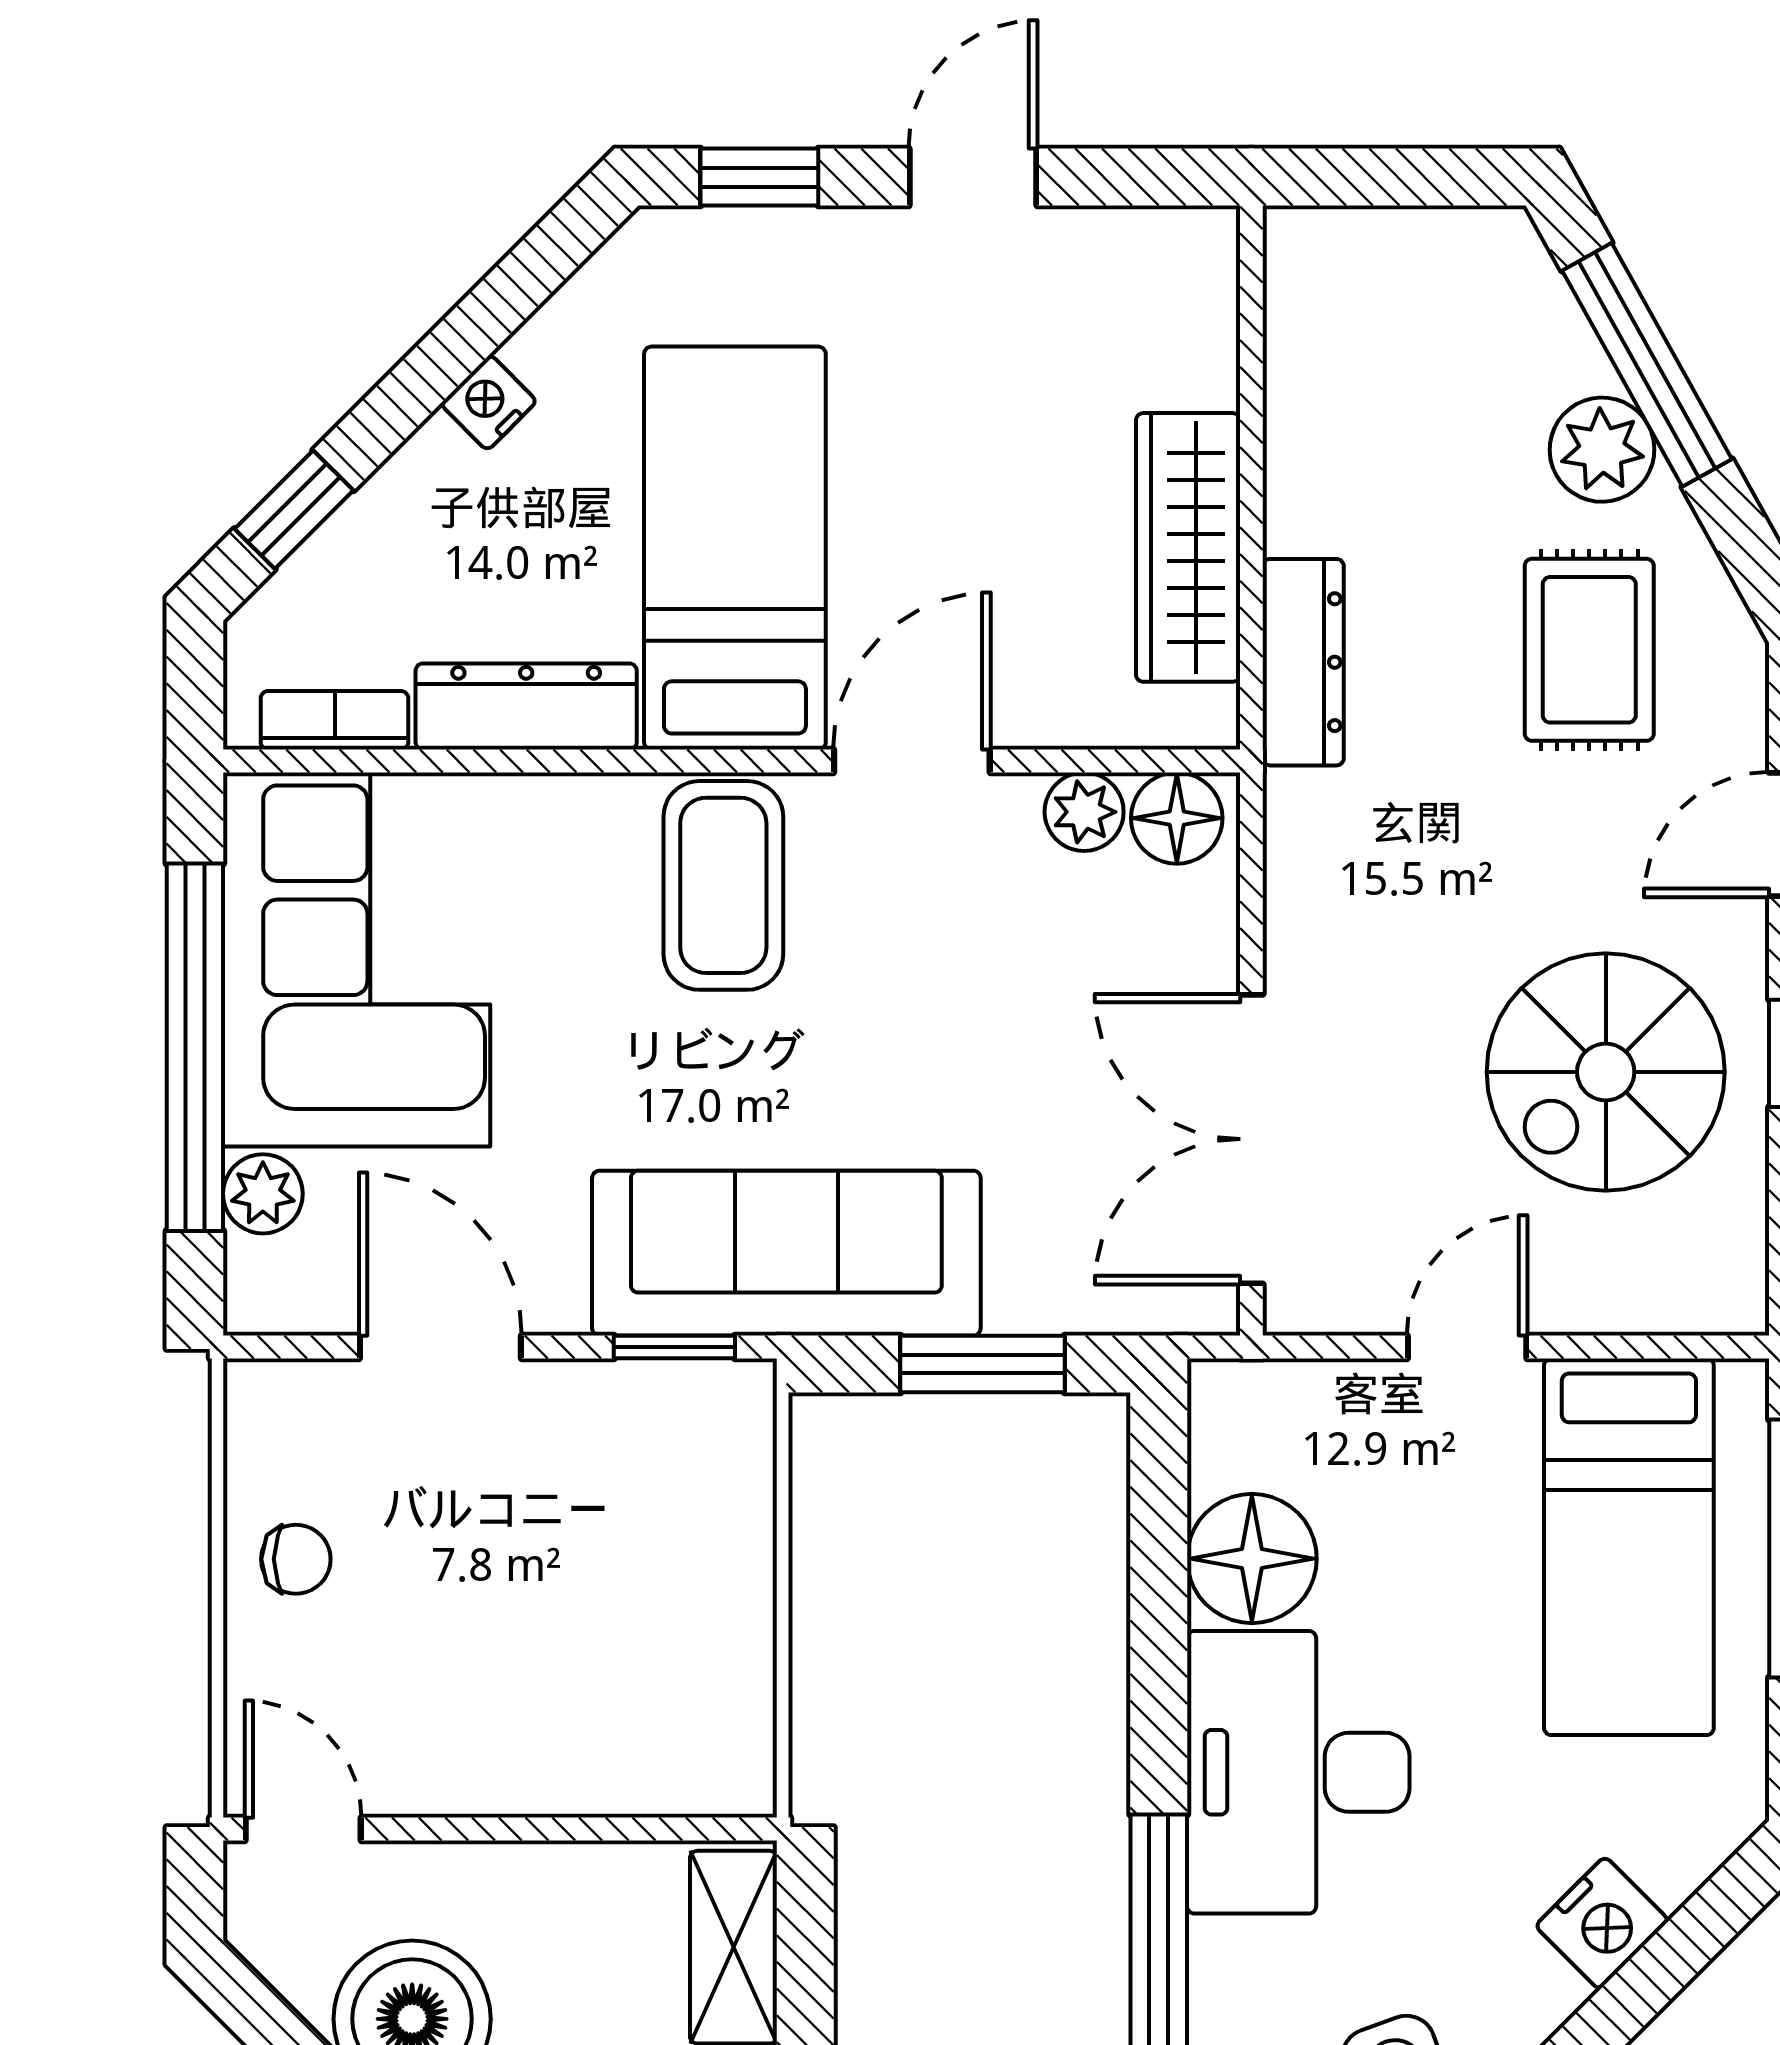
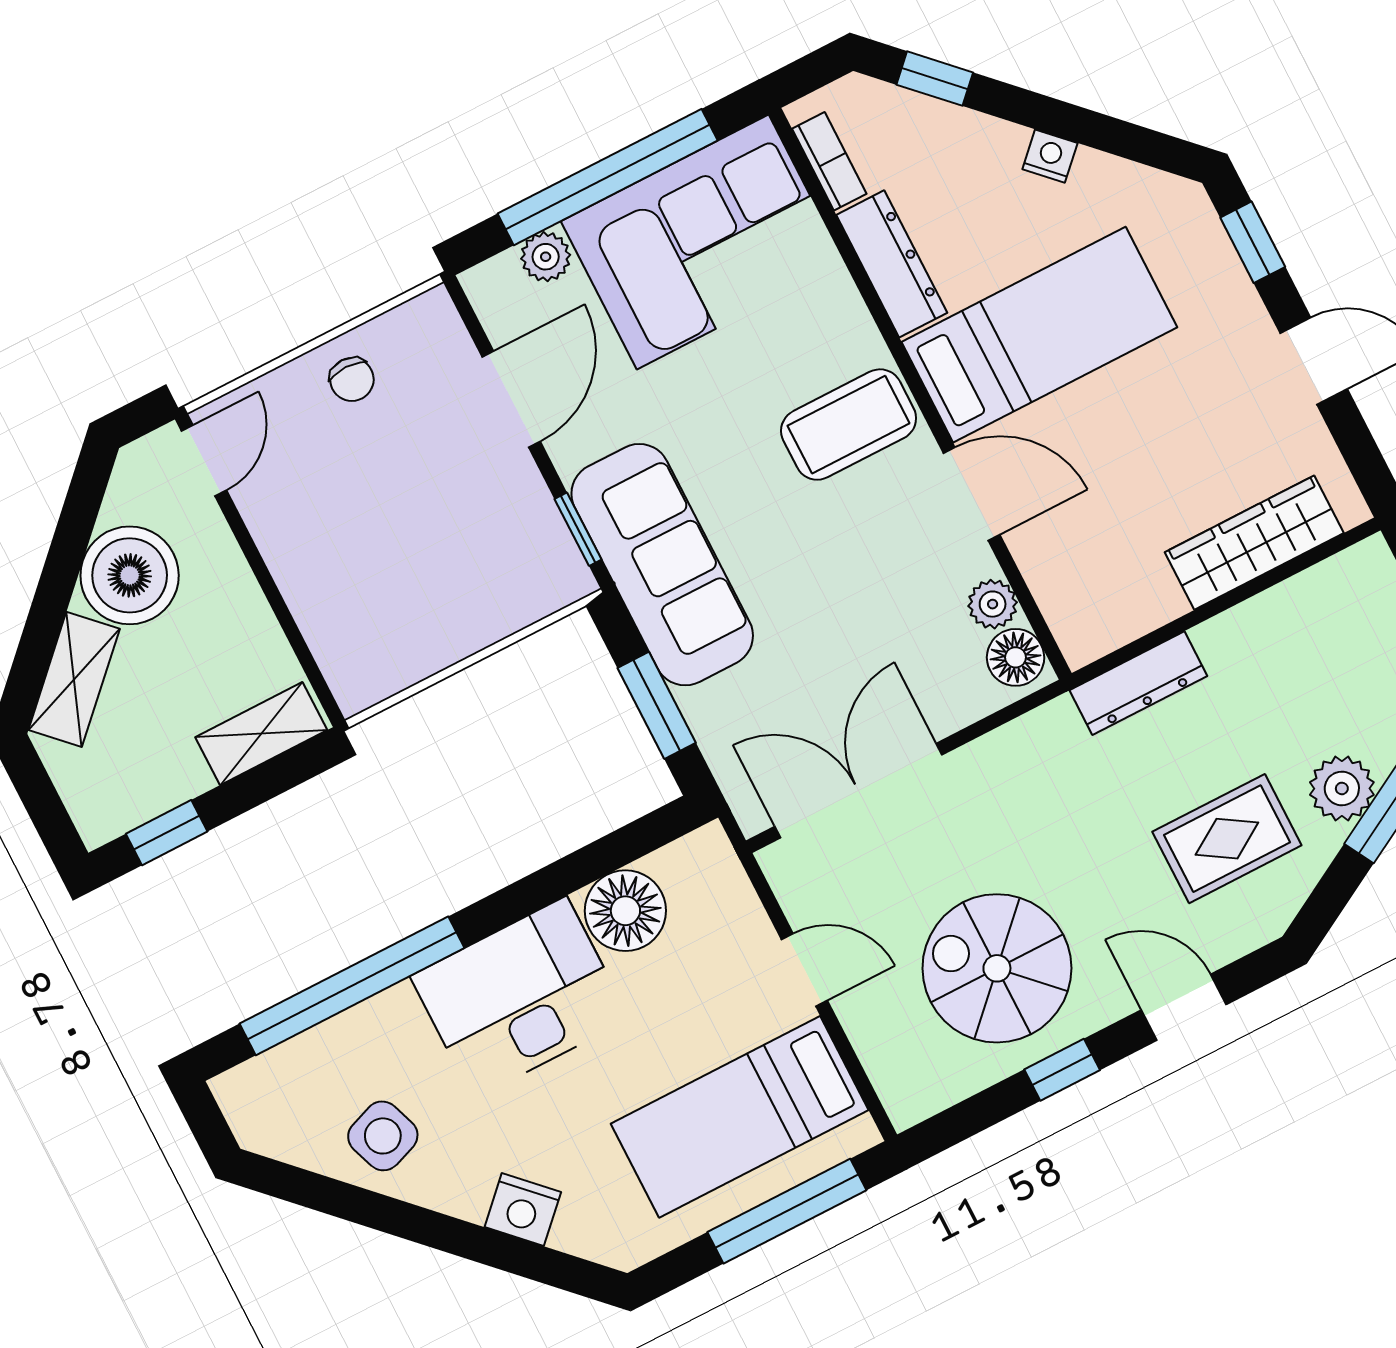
wardrobe: (1188, 547) -> (1254, 543), moved

